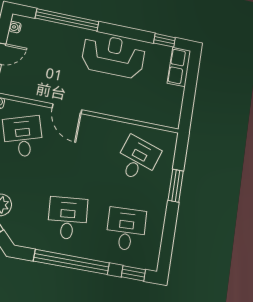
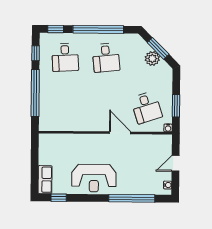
desk: (138, 159) -> (65, 107), removed
window: (176, 186) -> (35, 93), width x2.11
window: (167, 243) -> (36, 53), added

